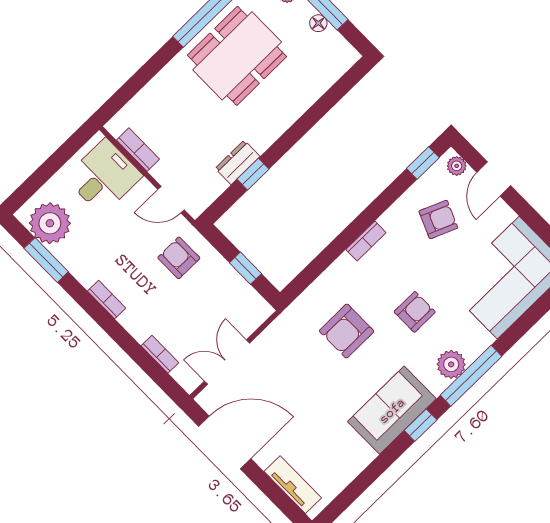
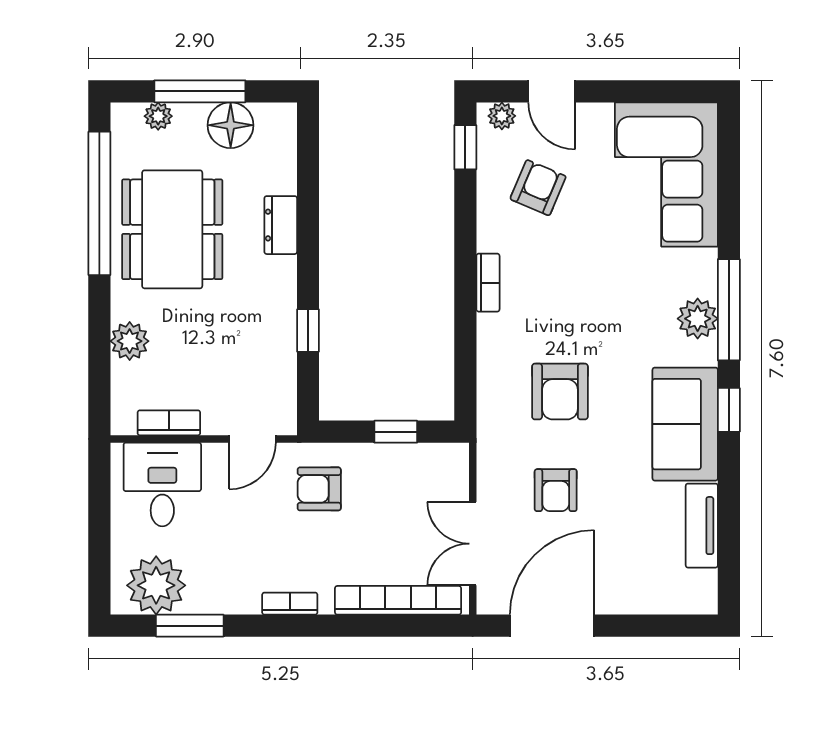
floor lamp: (318, 23) -> (231, 125), width x1.89, depth x1.89
plant: (160, 89) -> (130, 341), added
dresser: (238, 162) -> (281, 225), moved
armchair: (415, 312) -> (556, 490), moved, turned 180
bookcase: (160, 354) -> (398, 600), width x2.31, depth x1.31
tv unit: (293, 485) -> (702, 526), moved, turned -90

